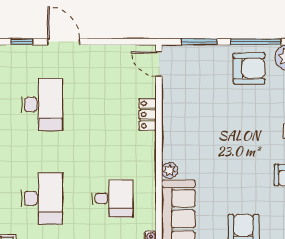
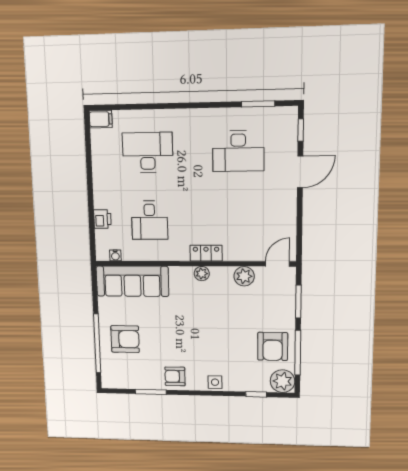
plant: (172, 99) -> (244, 276), added
locker: (148, 115) -> (206, 253), moved
plant: (170, 170) -> (202, 274), moved
desk: (42, 198) -> (148, 153), turned 180

